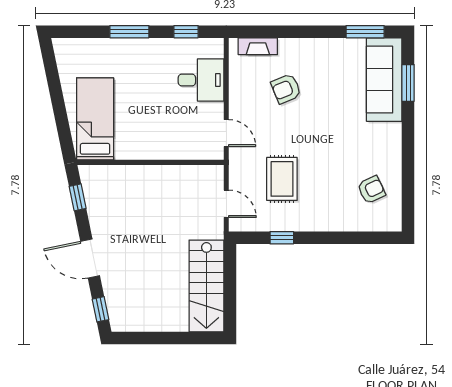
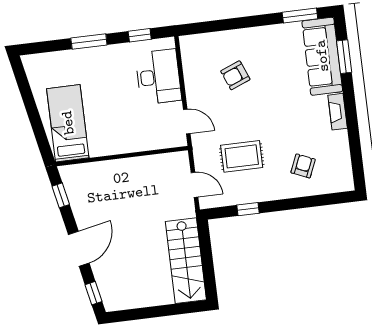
fireplace: (258, 46) -> (338, 112), moved, turned 90
desk: (201, 80) -> (158, 77), width x1.37
rug: (282, 179) -> (242, 156), turned 90
armchair: (371, 190) -> (303, 166), moved, turned -42
door: (90, 258) -> (79, 249), swing flipped

